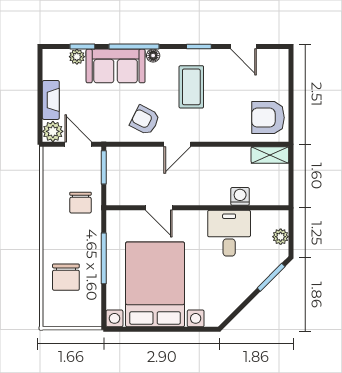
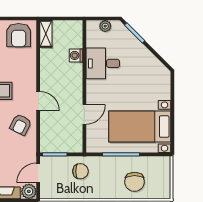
chair: (66, 277) -> (135, 182), turned 90
bed with nightstands: (155, 284) -> (140, 127), width x0.73

